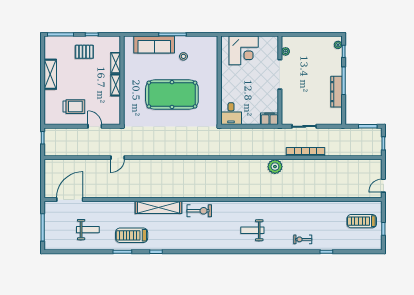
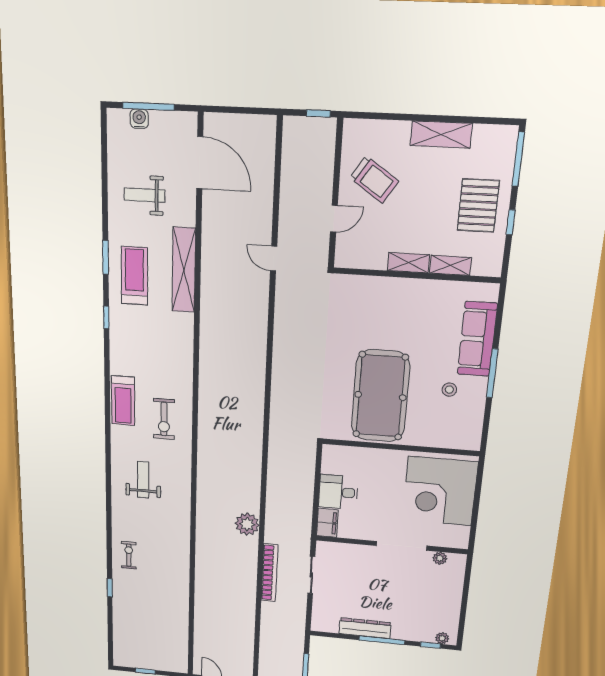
corner desk: (244, 50) -> (440, 491), width x1.36, depth x1.36
pallet: (84, 52) -> (478, 206), width x1.50, depth x1.42
pool table: (172, 95) -> (380, 396), moved
trolley: (74, 107) -> (374, 180), turned -56
desk: (231, 114) -> (338, 492), moved
shelving: (159, 207) -> (184, 270), moved
exercise bike: (199, 211) -> (164, 419), moved
treadmill: (362, 221) -> (123, 401), moved, turned 180
weight bench: (88, 230) -> (145, 195), turned 90
water cooler: (49, 232) -> (139, 119), added

